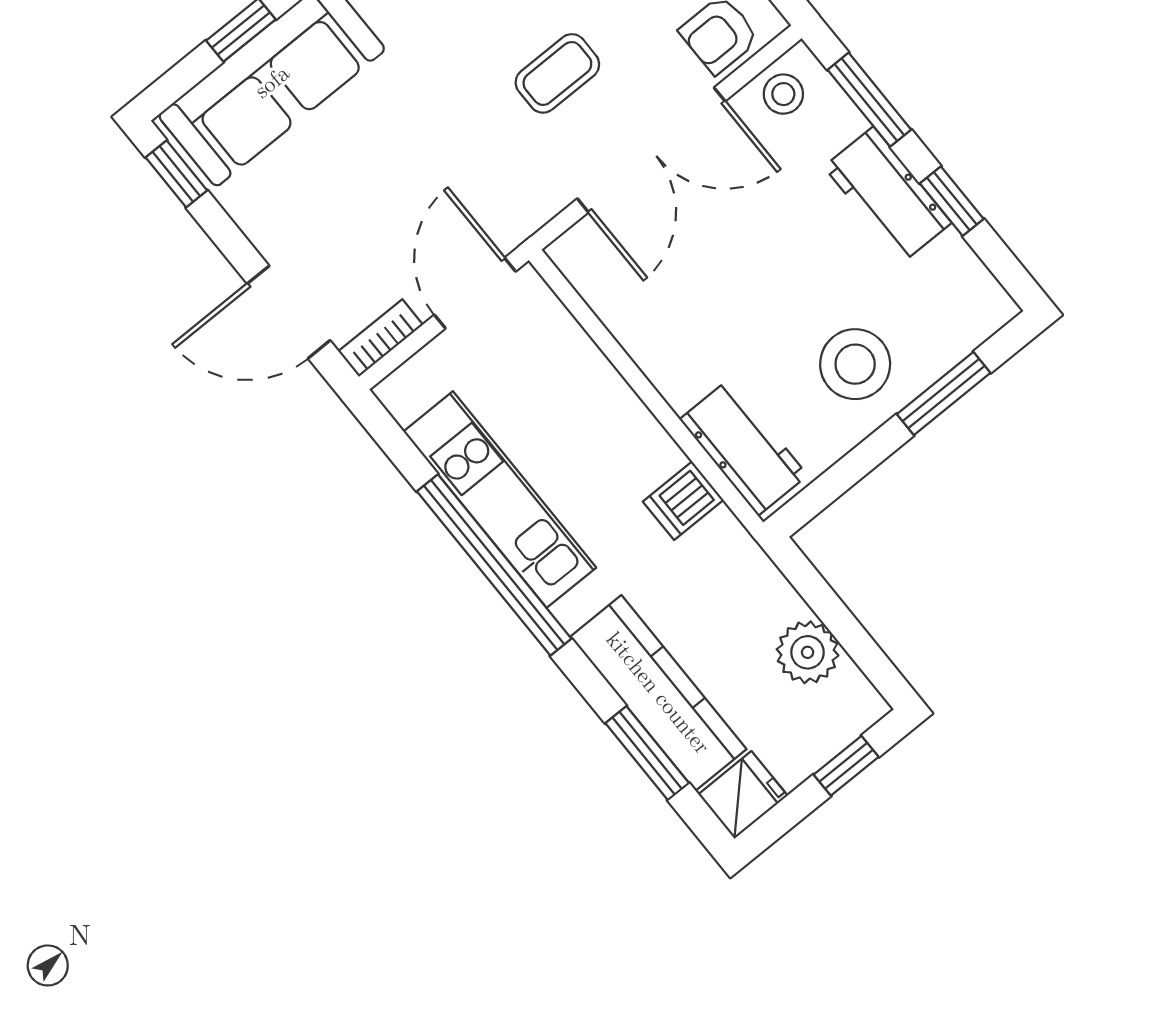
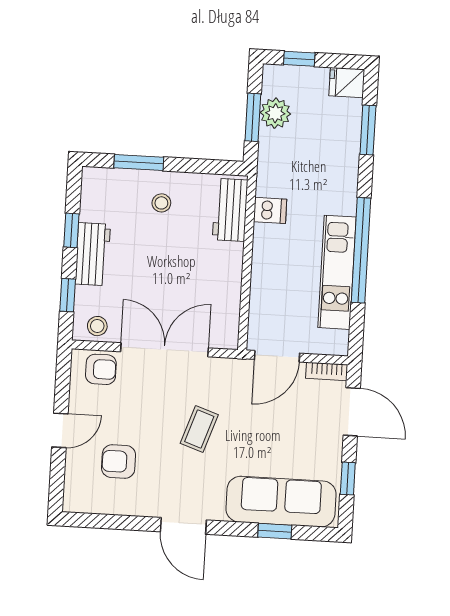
coffee table: (557, 73) -> (199, 429), moved, turned -71
window: (869, 100) -> (68, 295), width x0.67
window: (176, 174) -> (348, 478), moved
stool: (855, 364) -> (161, 203), width x0.53, depth x0.53
window: (835, 616) -> (253, 117), added
kitchen counter: (658, 693) -> (344, 148), removed

